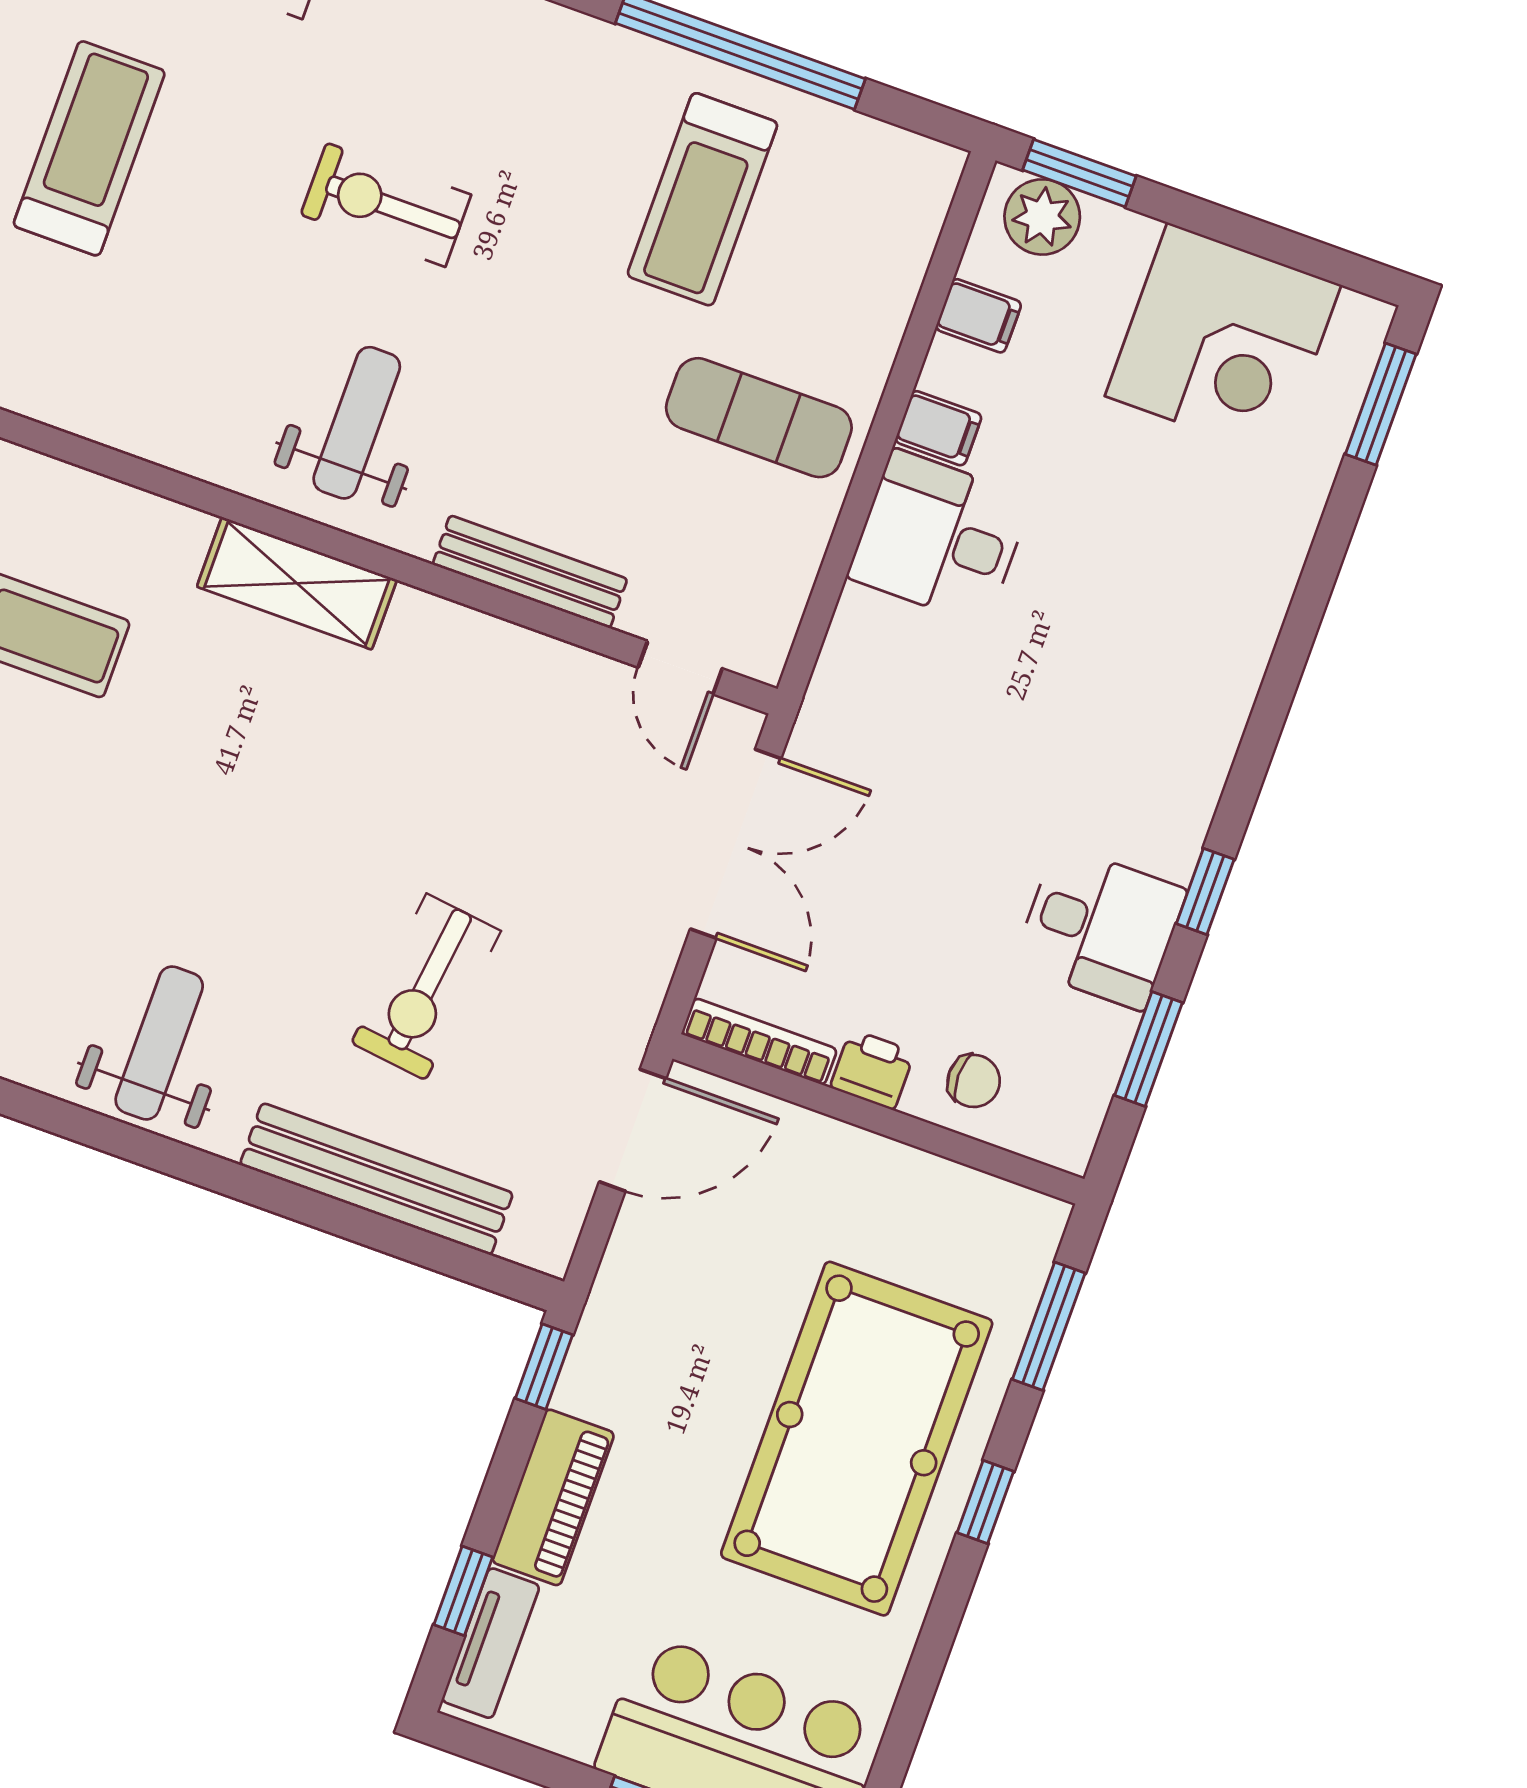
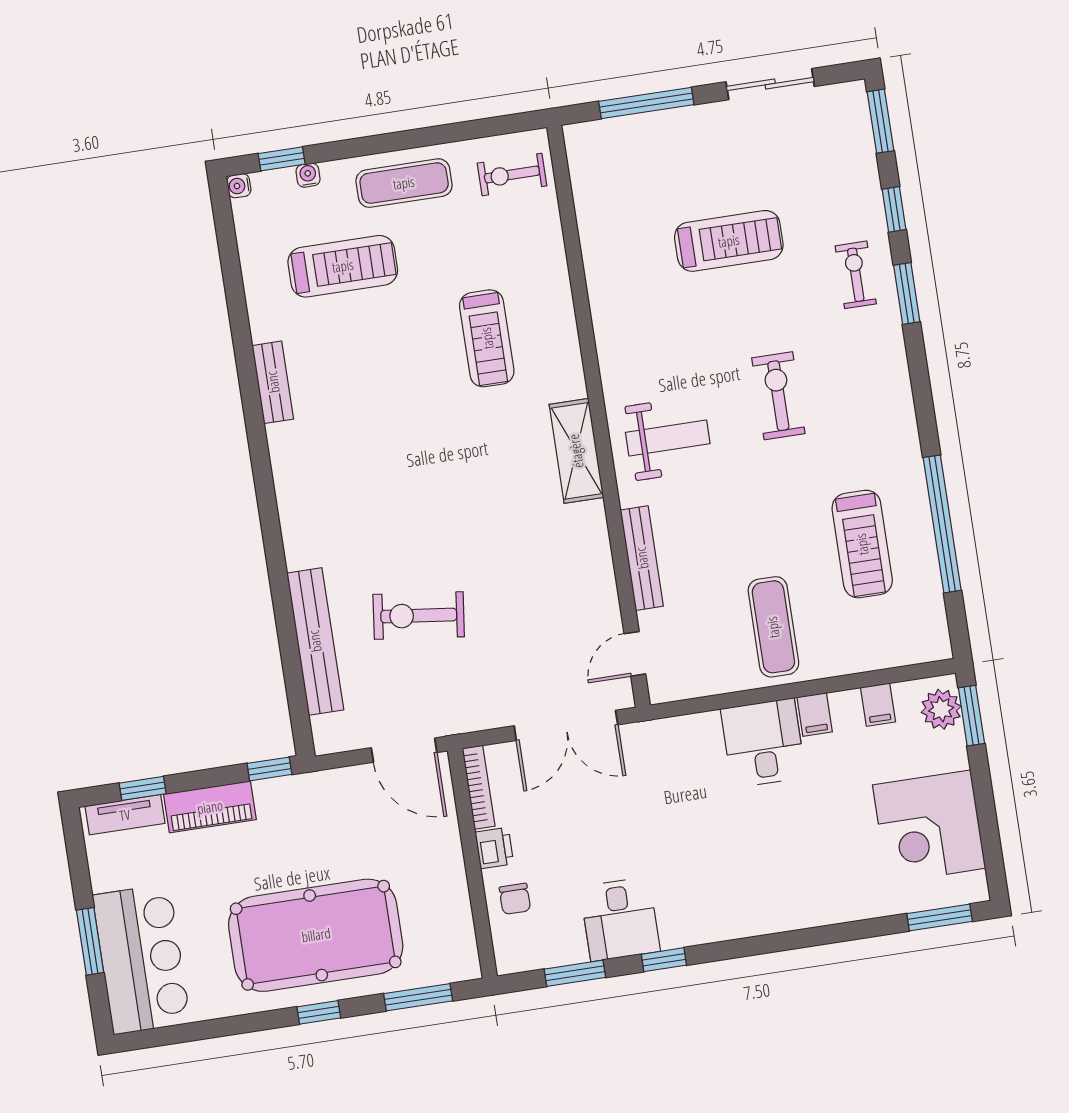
treadmill: (702, 199) -> (862, 544), turned -90
weight bench: (159, 1043) -> (324, 504), removed

